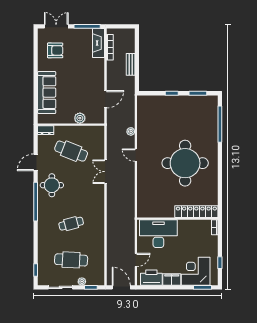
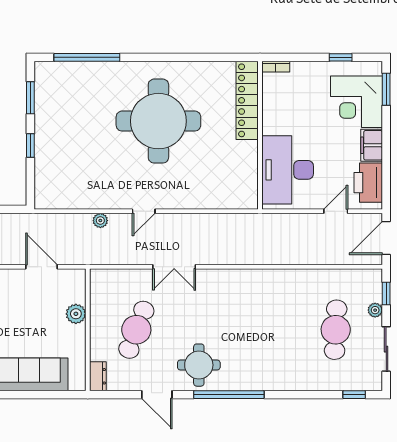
cafe table: (71, 224) -> (269, 330), removed
door: (136, 260) -> (336, 211), hinge flipped

